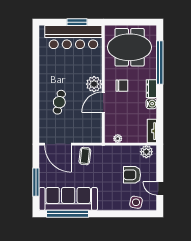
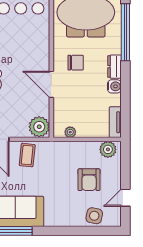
plant: (94, 84) -> (39, 127), moved
door: (103, 102) -> (51, 84), hinge flipped
armchair: (132, 175) -> (89, 180), turned -90
door: (160, 189) -> (125, 198), hinge flipped

